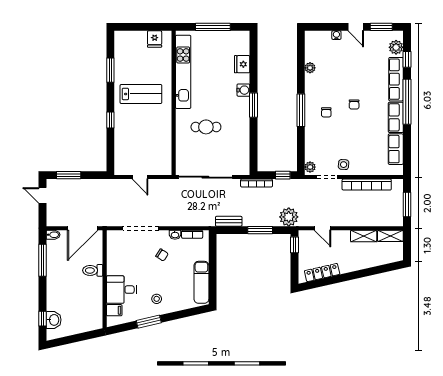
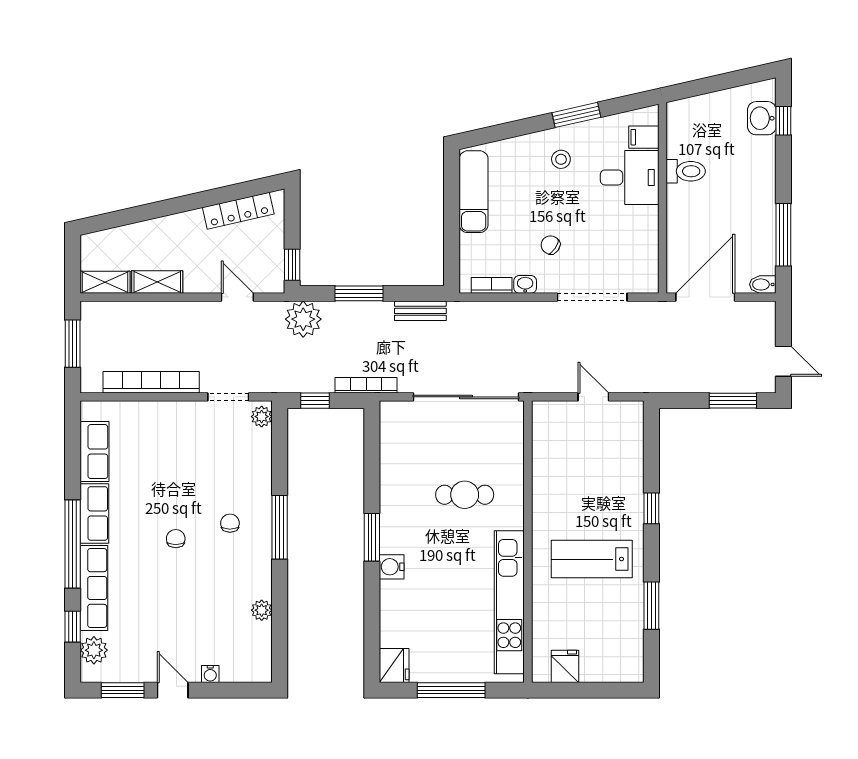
fridge: (242, 64) -> (394, 665), moved
side table: (344, 165) -> (196, 421), removed
toilet: (93, 270) -> (686, 171), moved

